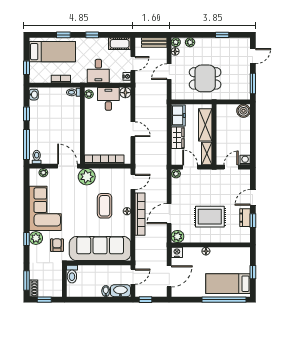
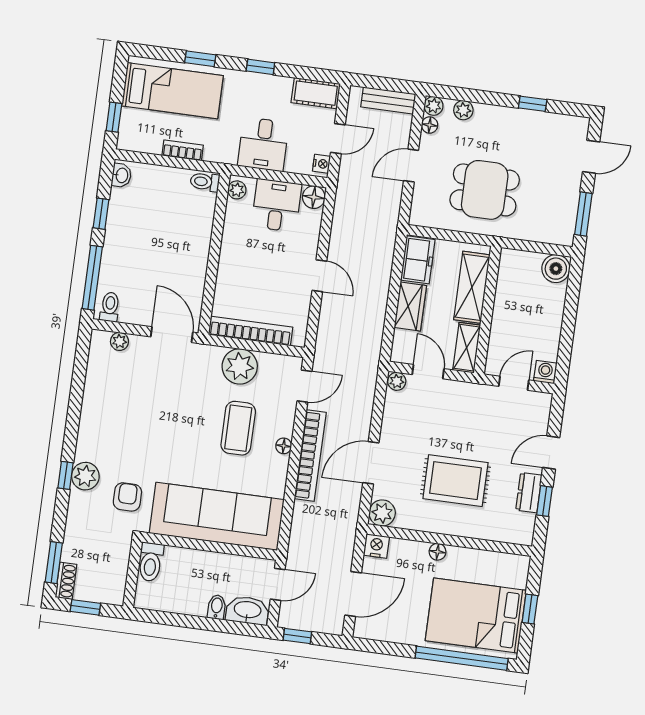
plant: (87, 177) -> (240, 366), moved
corner sofa: (45, 208) -> (113, 417), removed
bed: (228, 284) -> (476, 616), width x1.50

